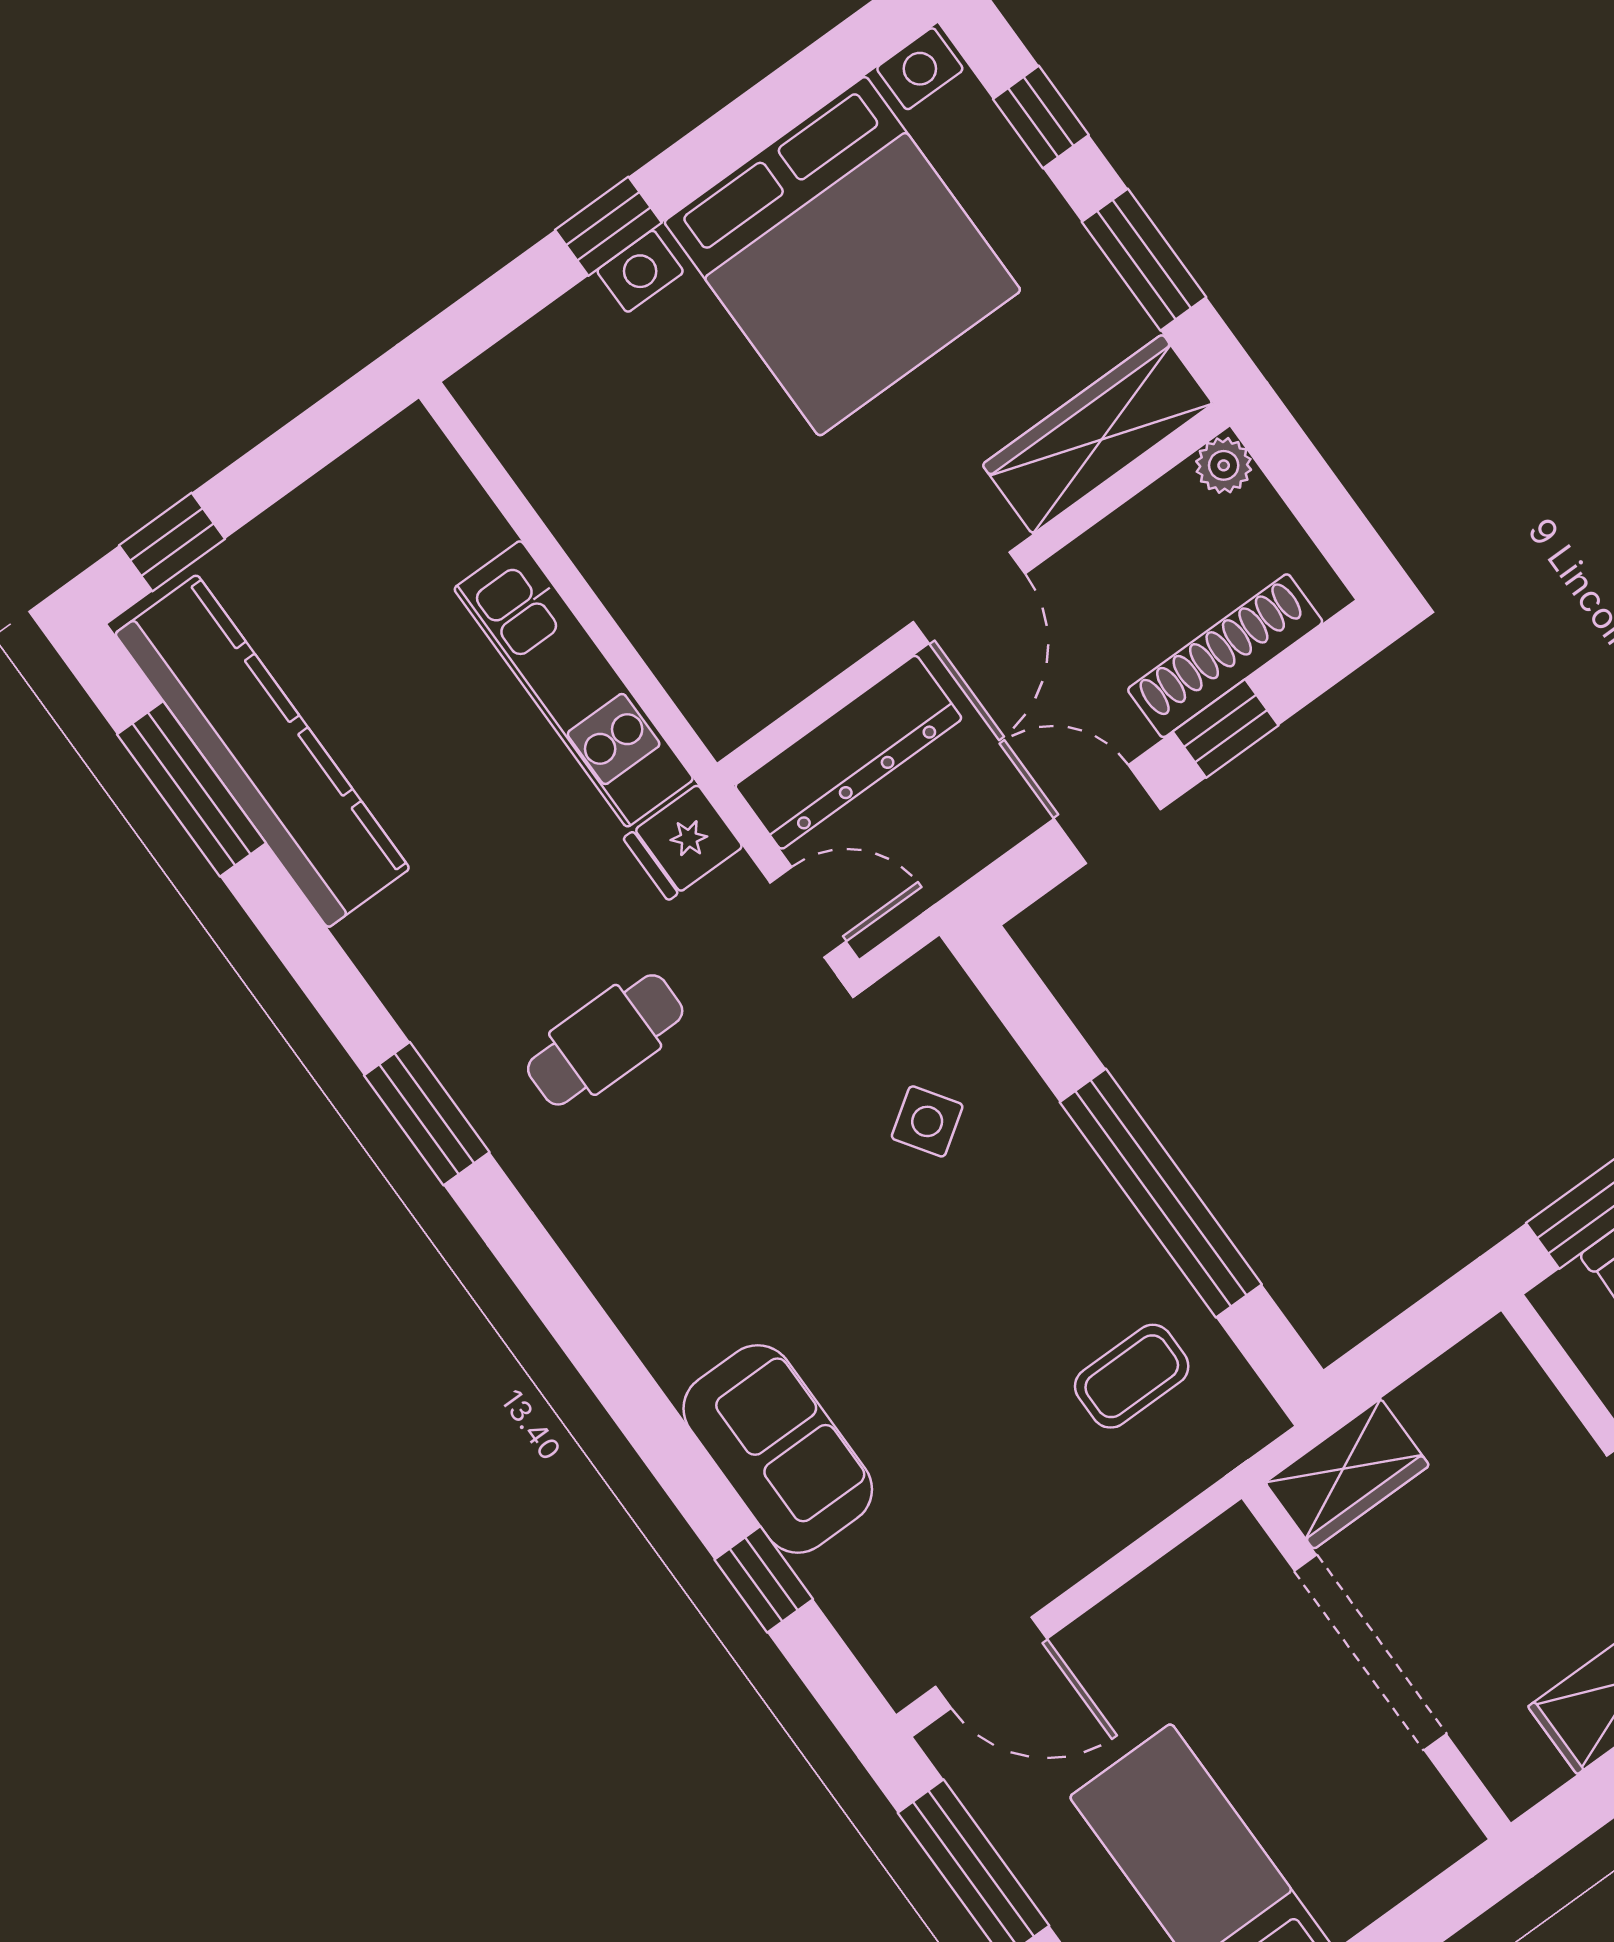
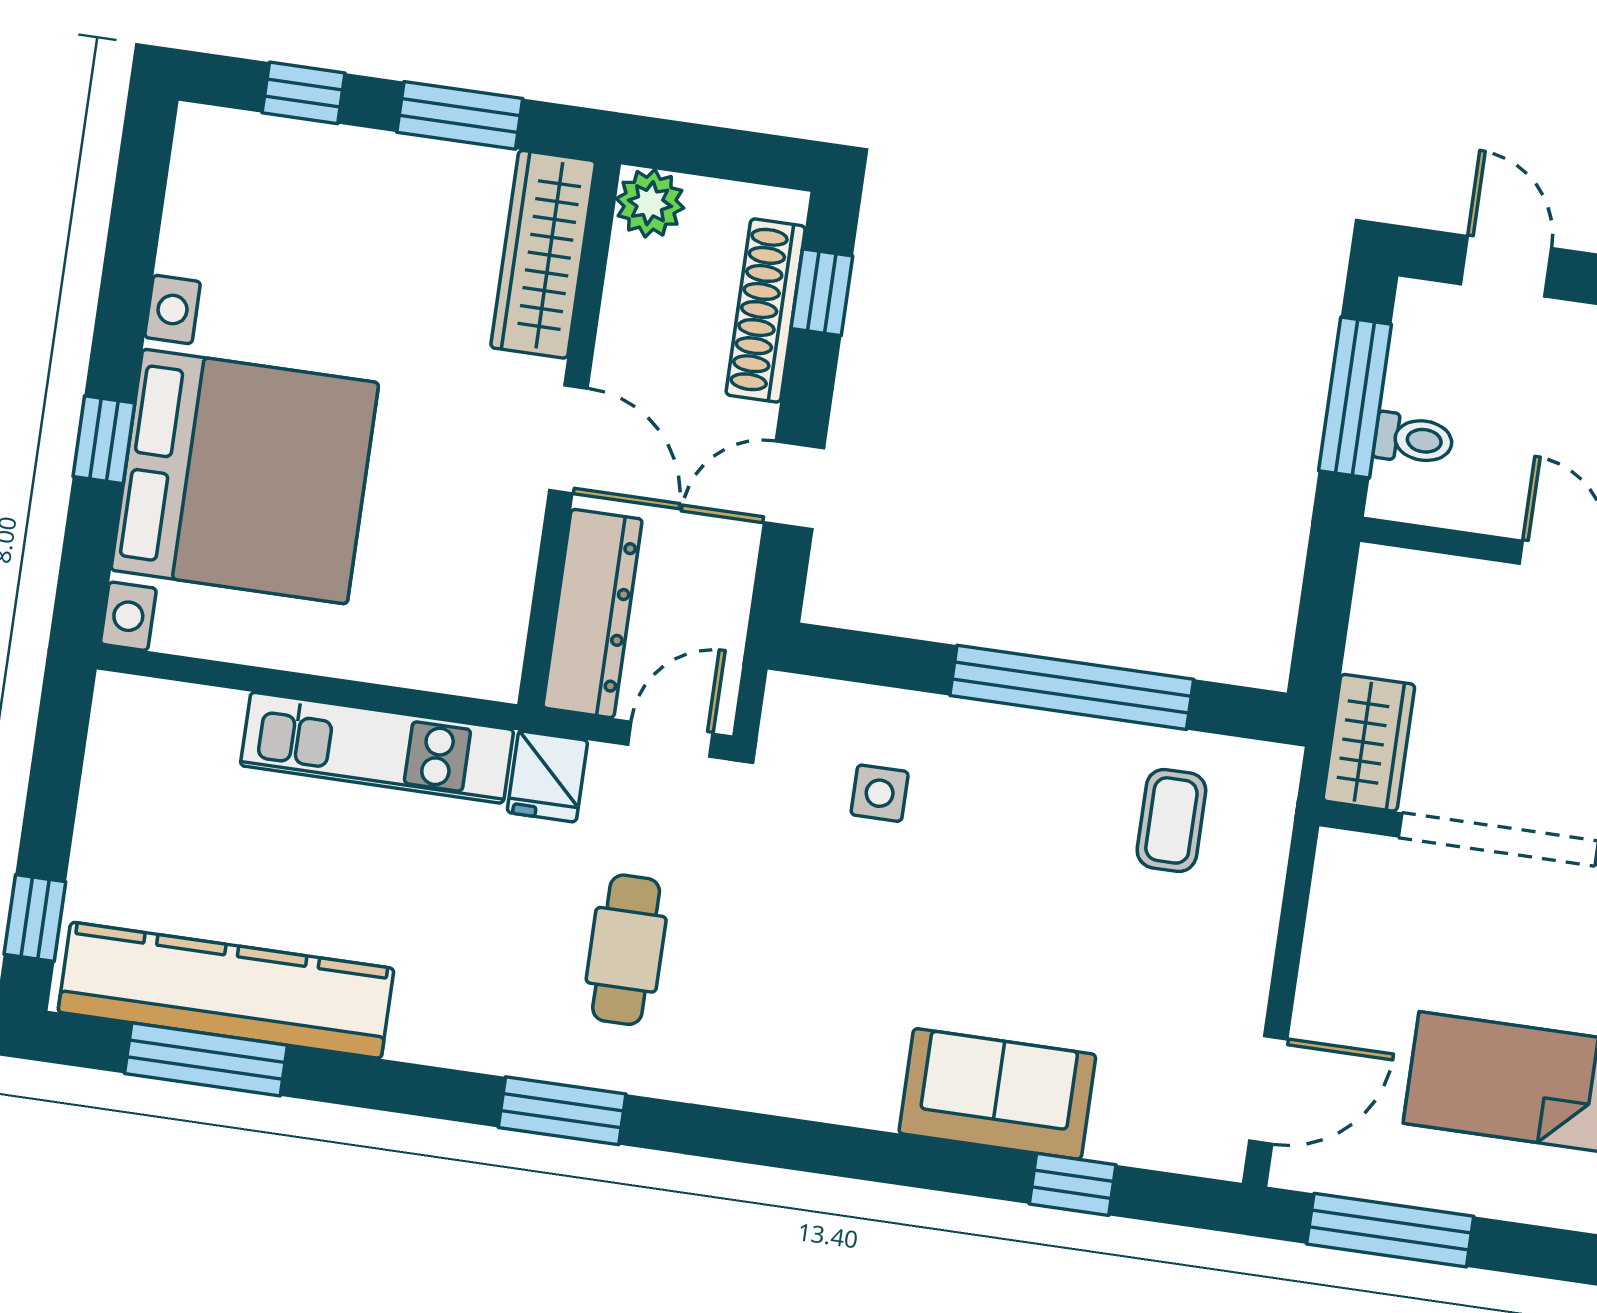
bed with nightstands: (842, 256) -> (245, 476), moved
plant: (1224, 465) -> (650, 203), width x1.38, depth x1.38
window: (1226, 728) -> (822, 292), moved
side table: (927, 1121) -> (880, 793), turned 34

